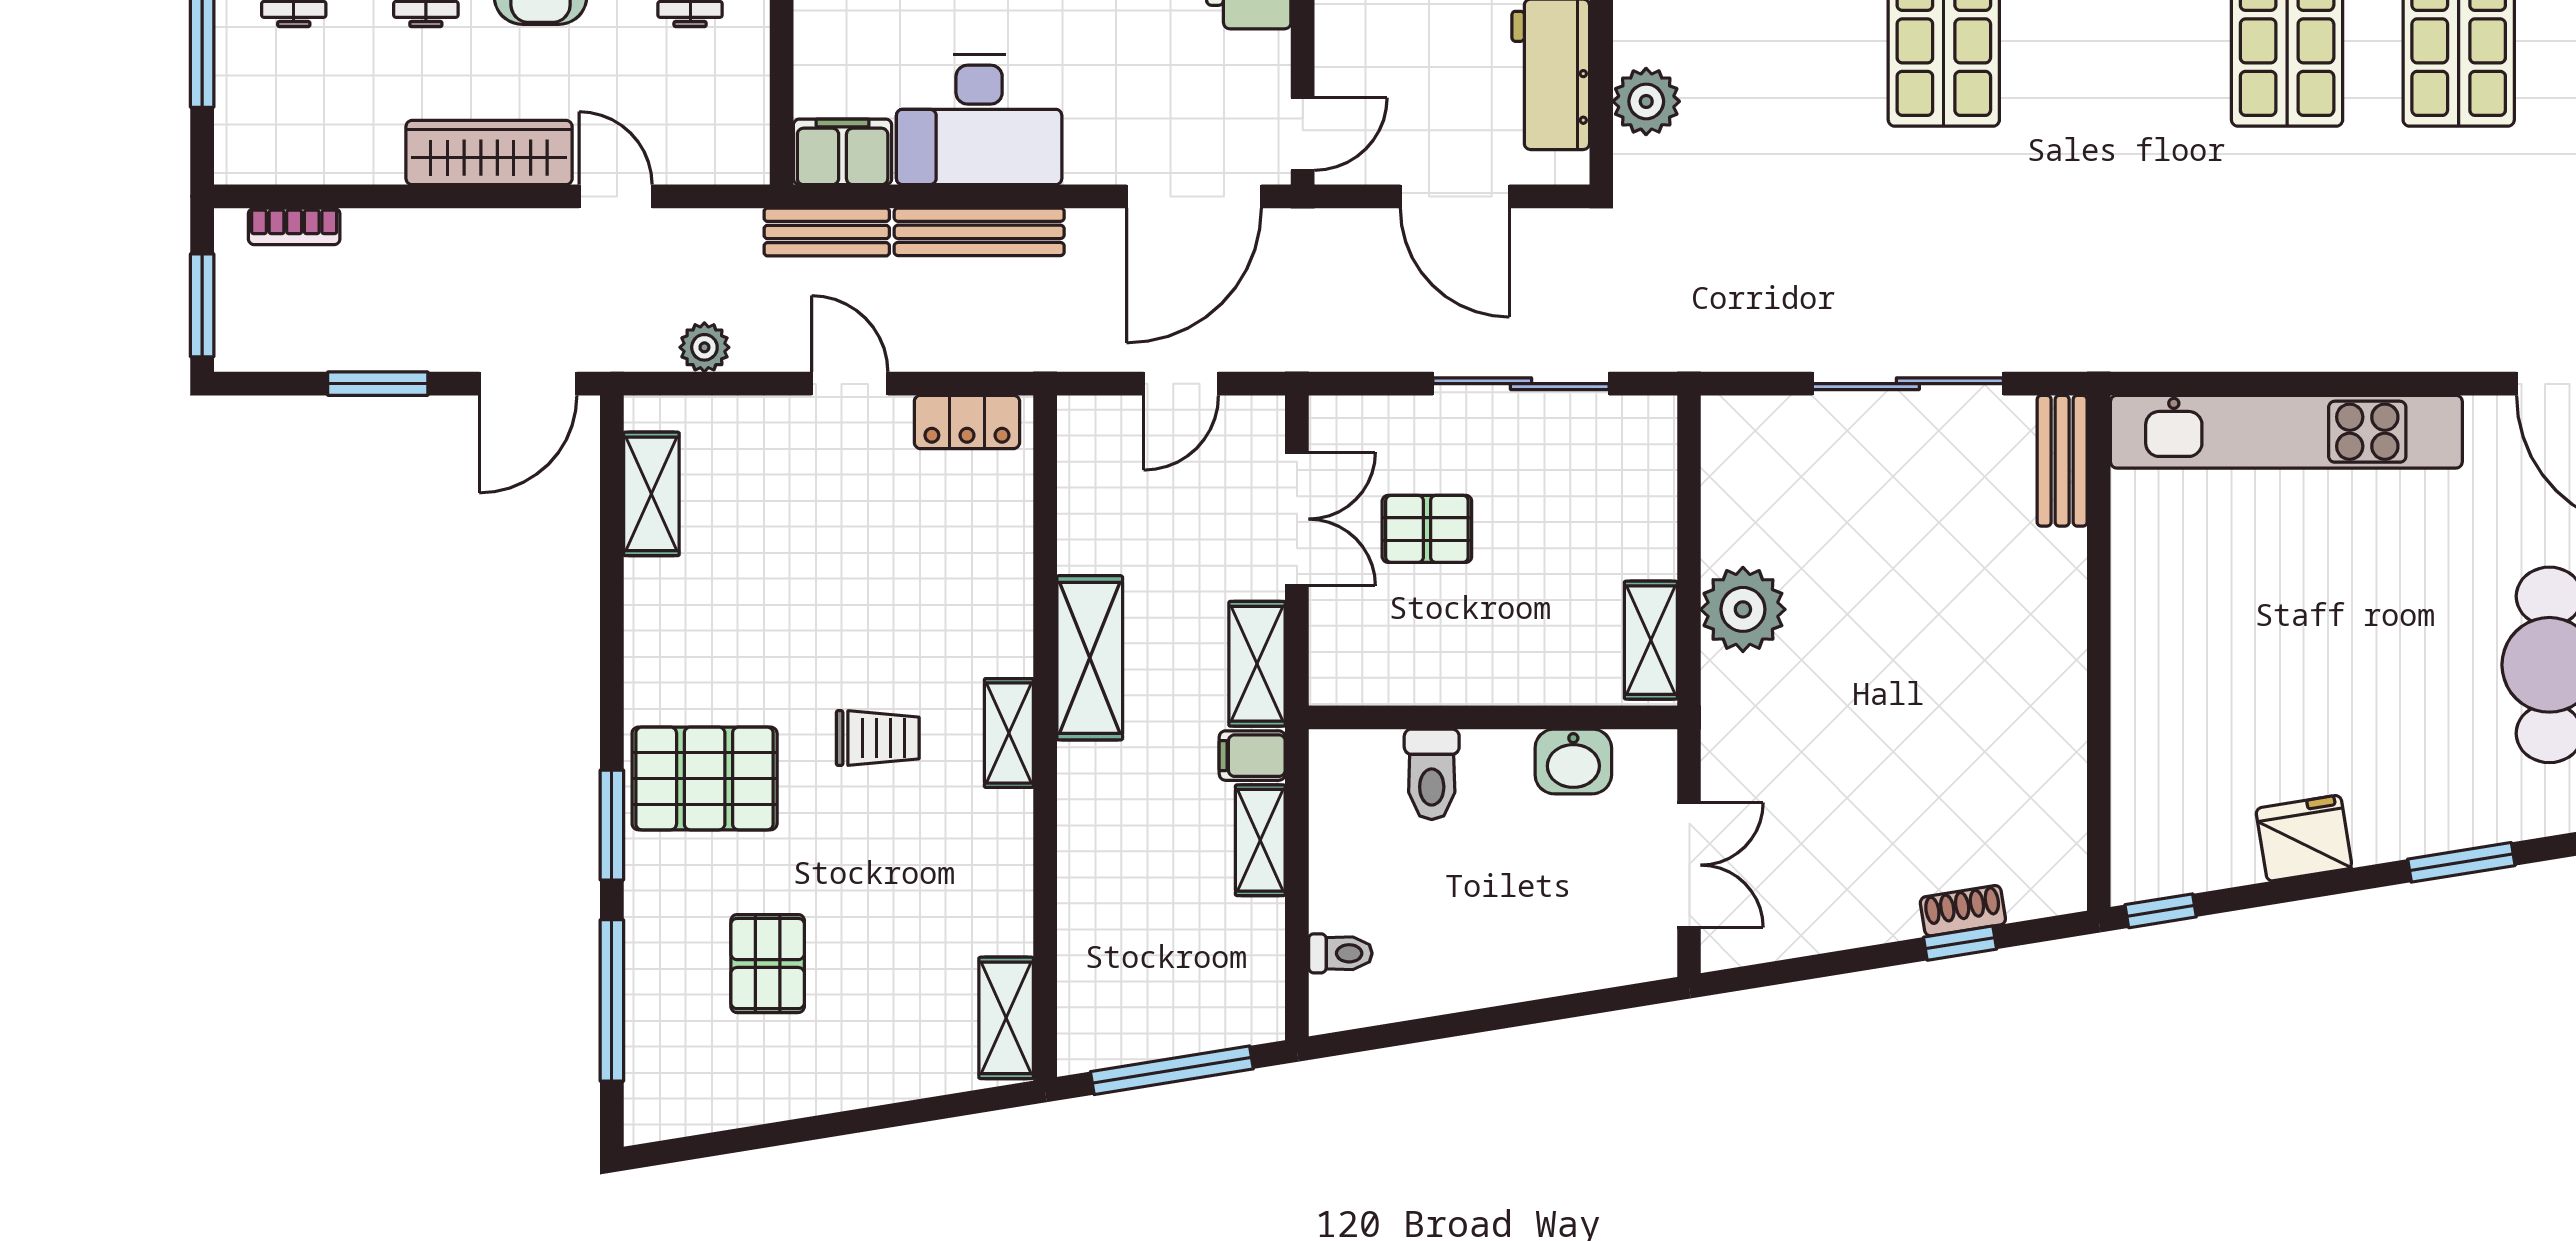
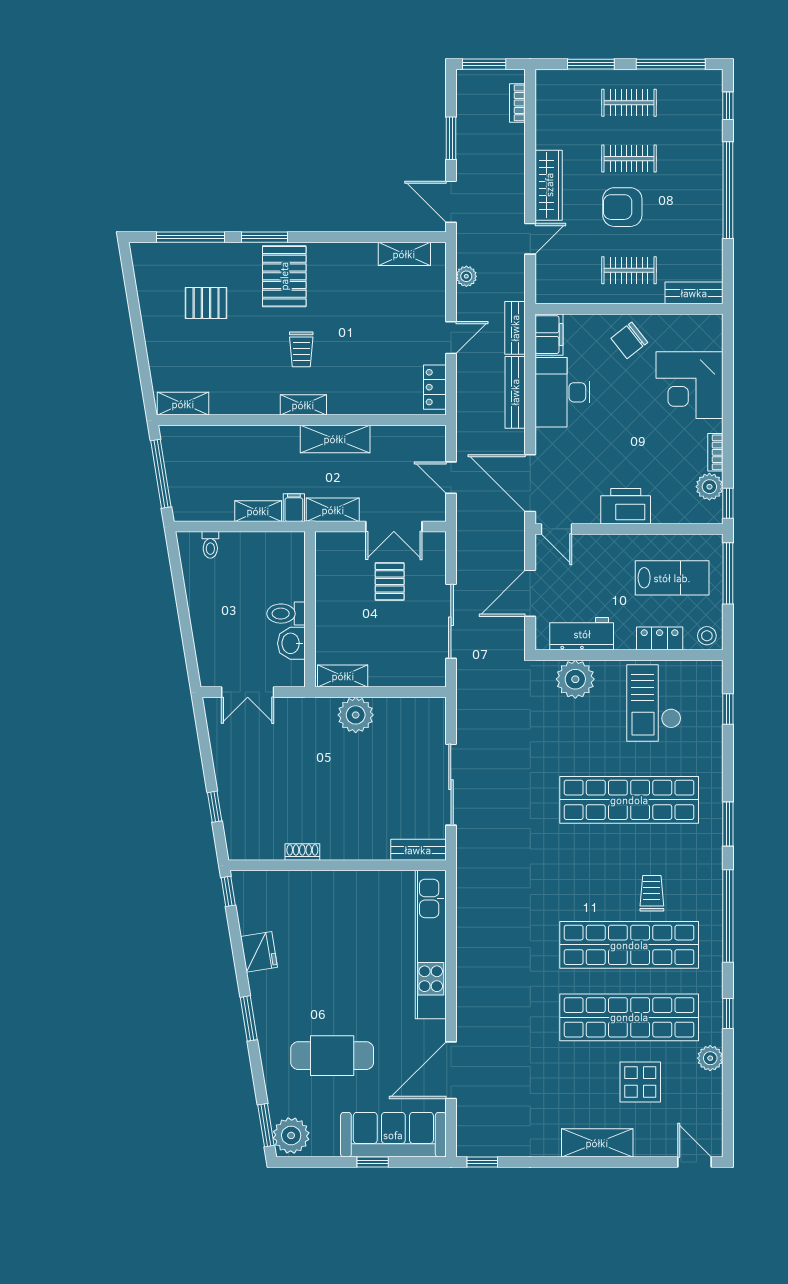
plant: (1646, 101) -> (575, 679), width x1.36, depth x1.36
toilet: (1432, 774) -> (286, 614), moved
shoe rack: (1963, 911) -> (302, 852), moved, turned -81

